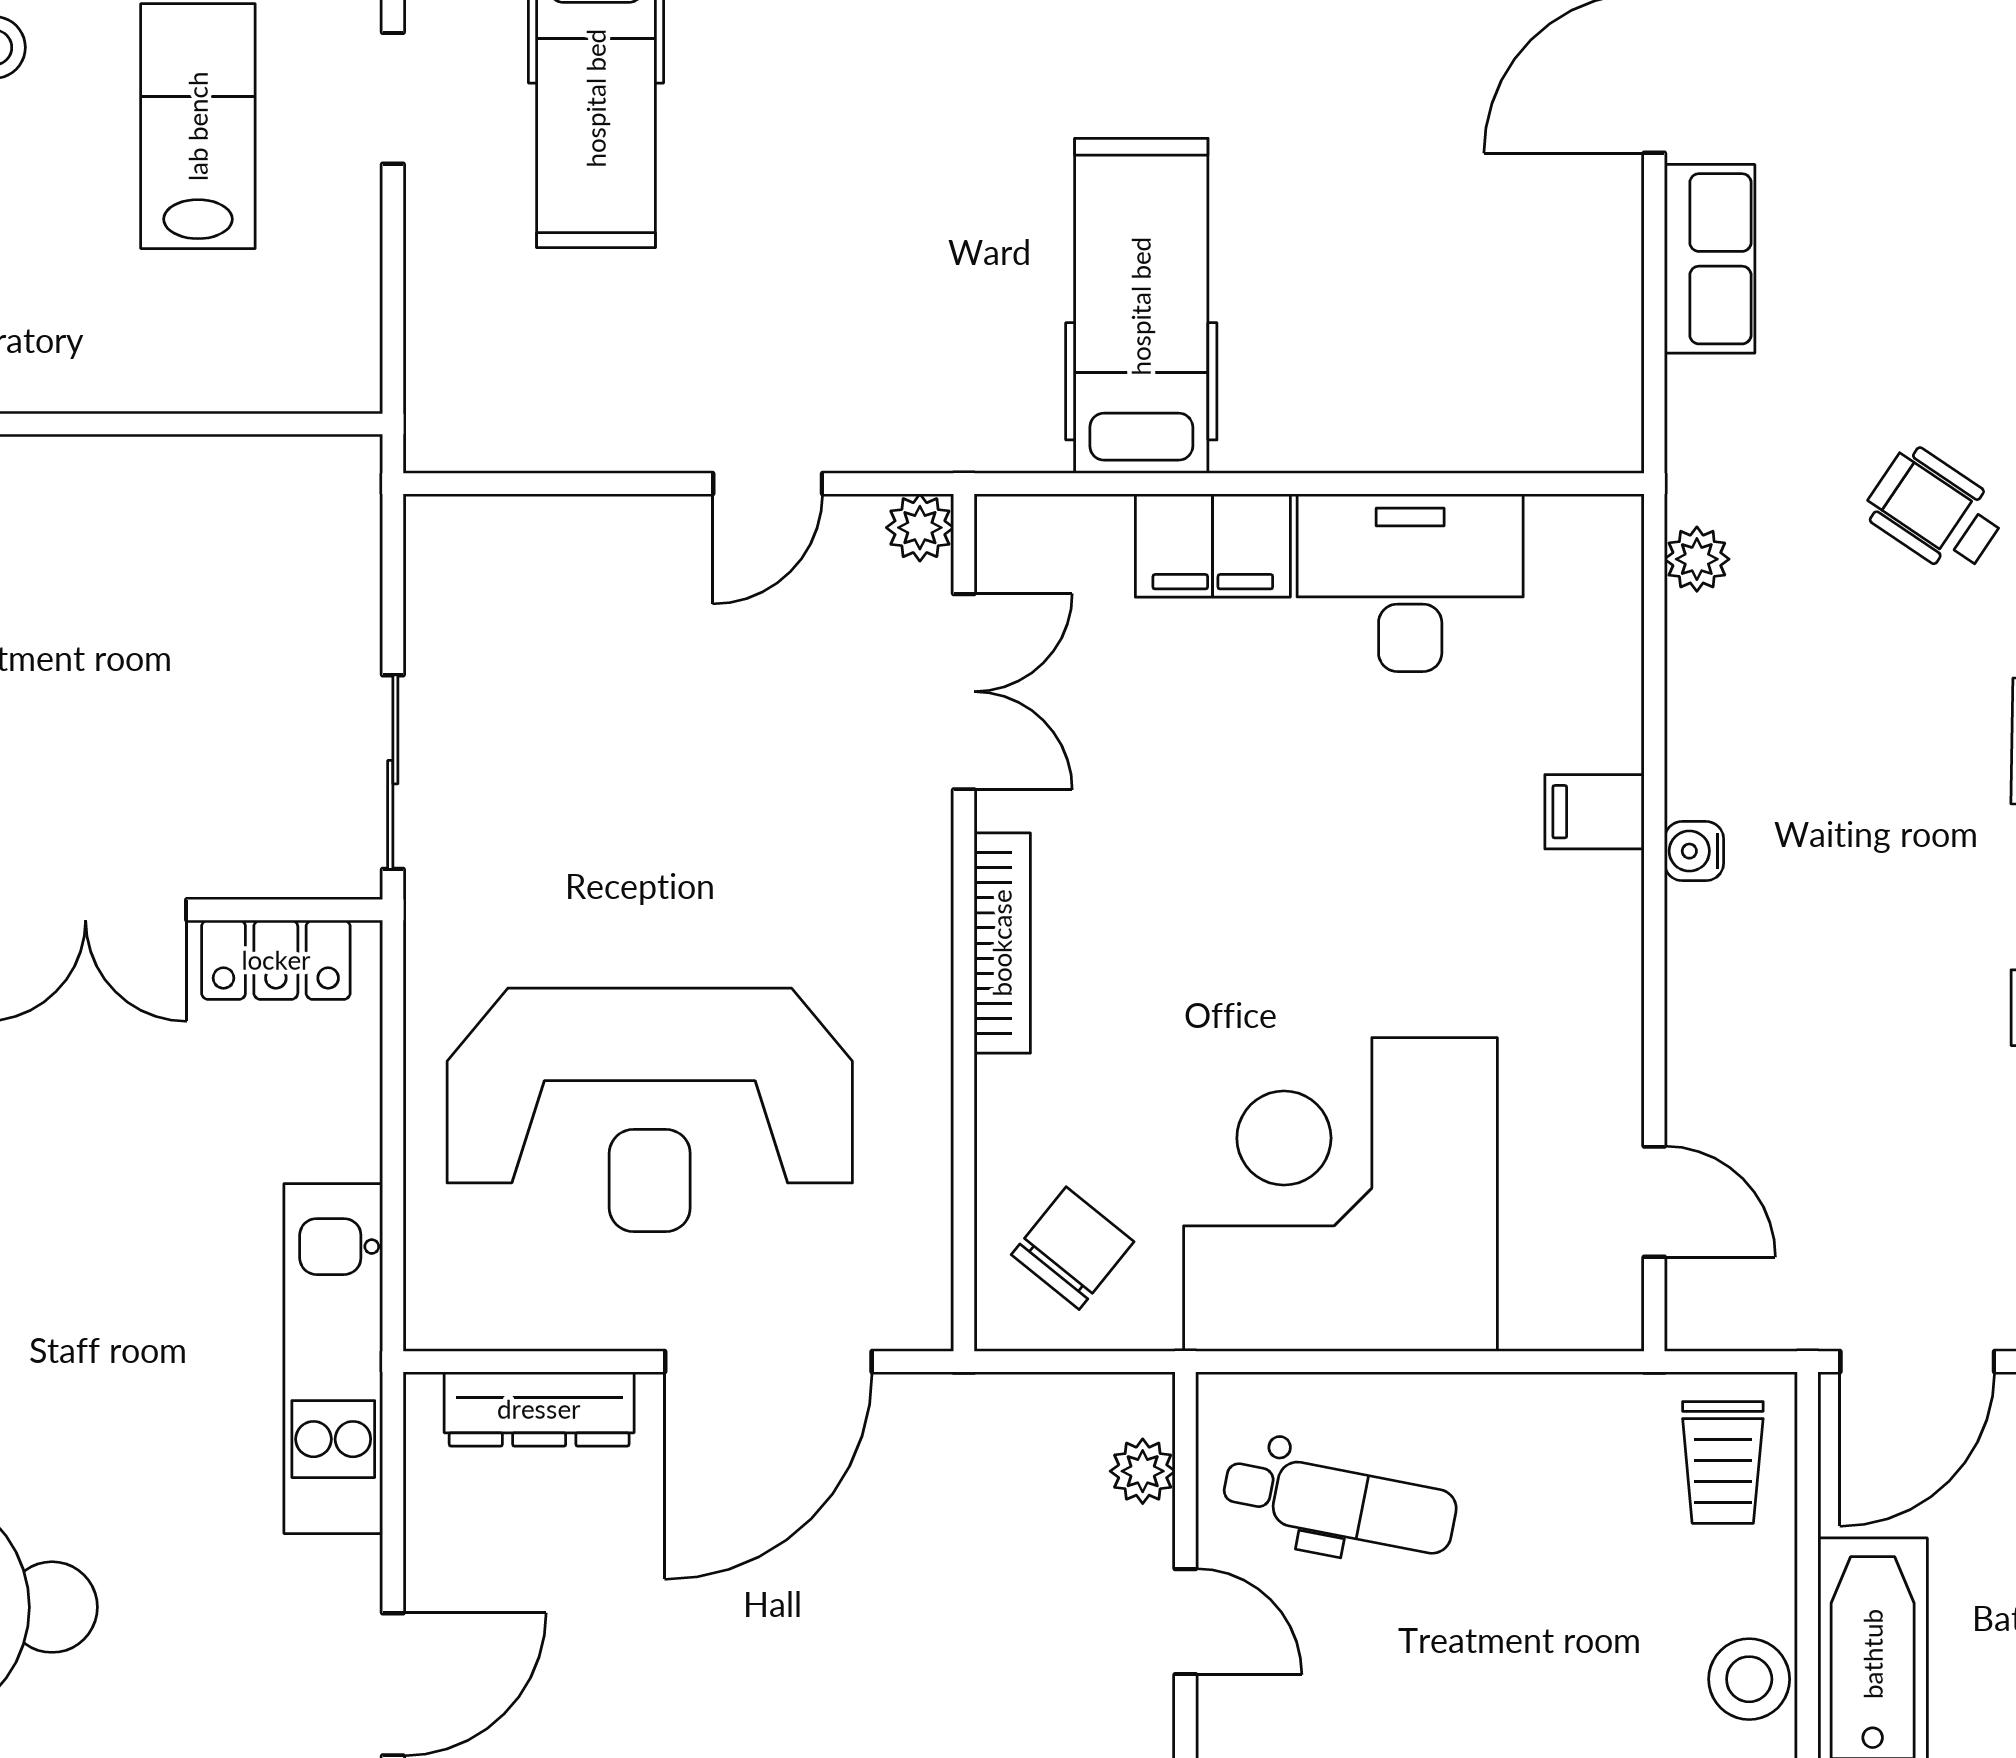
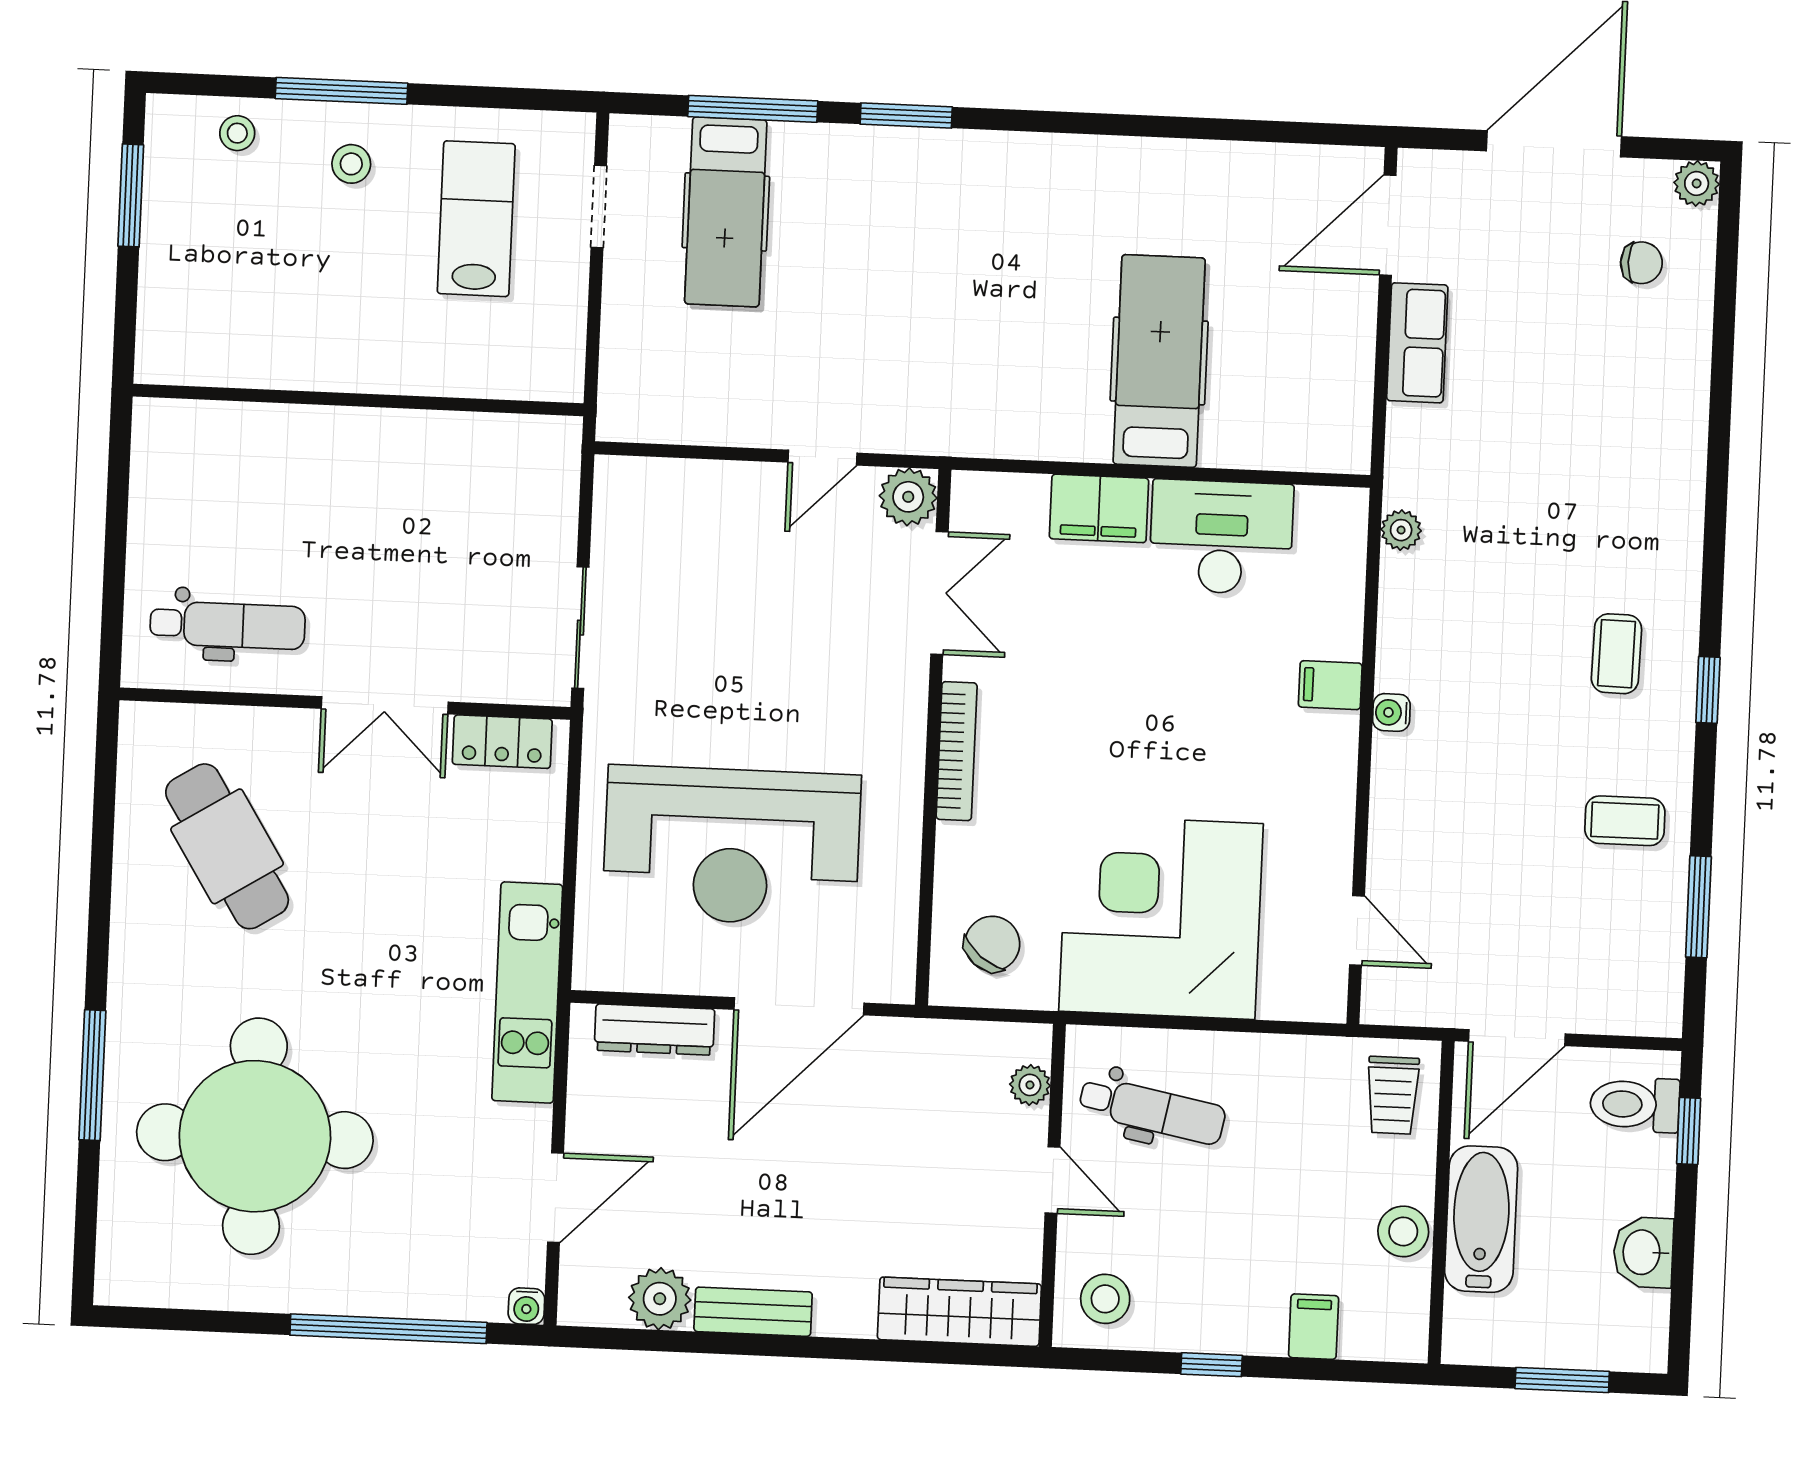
hospital bed: (1141, 306) -> (1159, 361), moved
wheelchair: (1935, 511) -> (1551, 507), removed
plant: (920, 528) -> (908, 497), width x1.38, depth x1.38

